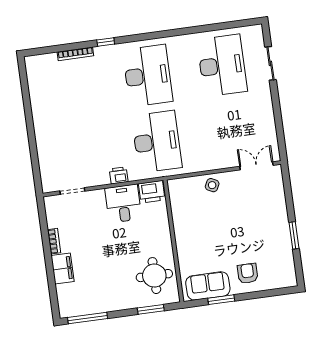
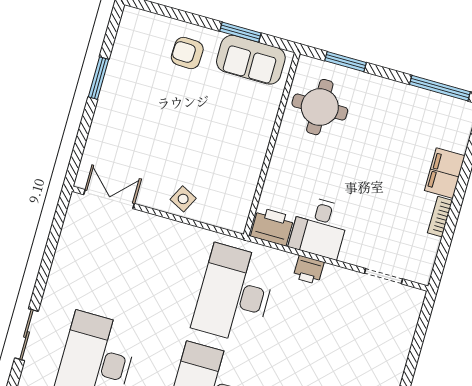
double door: (256, 166) -> (109, 199), swing flipped
armchair: (248, 273) -> (187, 53), turned 92

